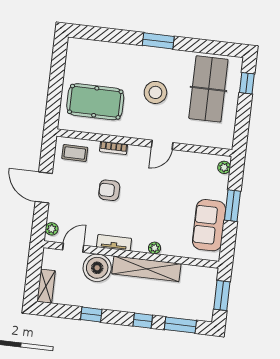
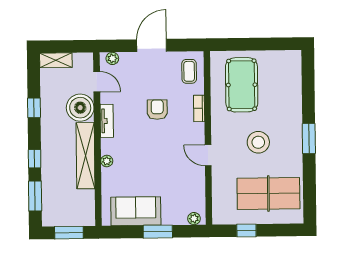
window: (247, 83) -> (246, 230), moved

